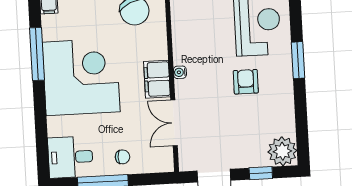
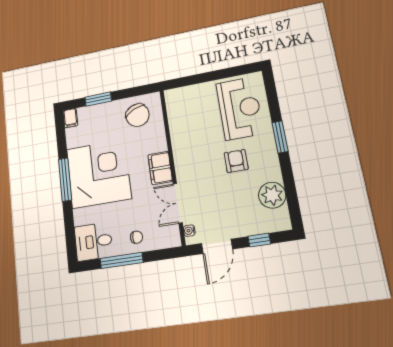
window: (37, 54) -> (65, 179), moved
water cooler: (180, 72) -> (189, 231), moved
plant: (282, 151) -> (272, 195), moved

